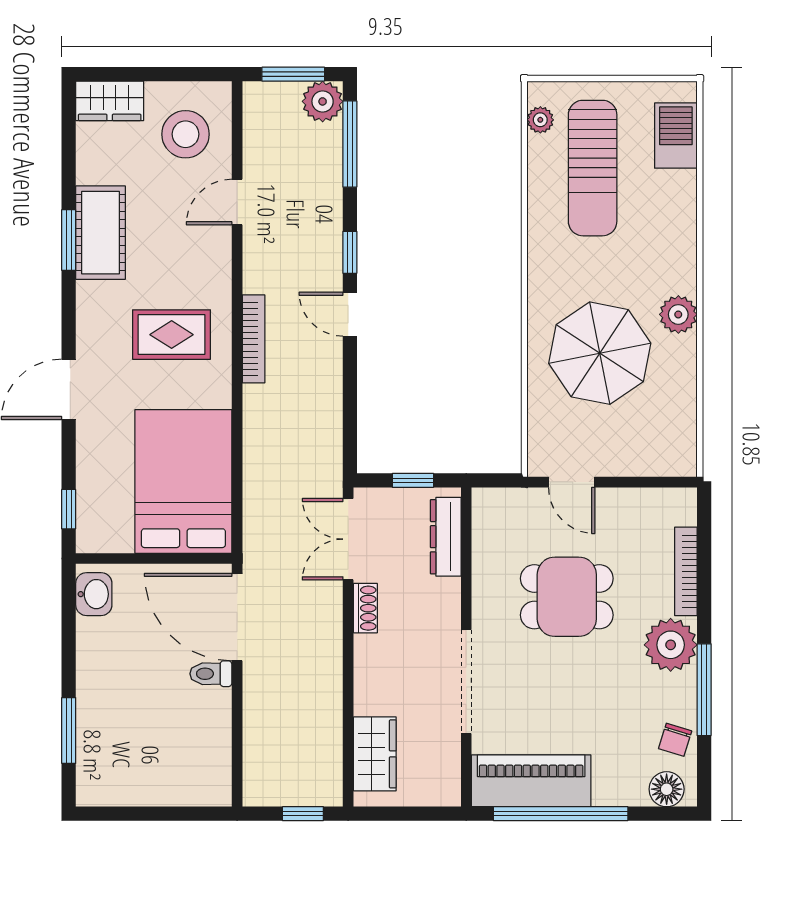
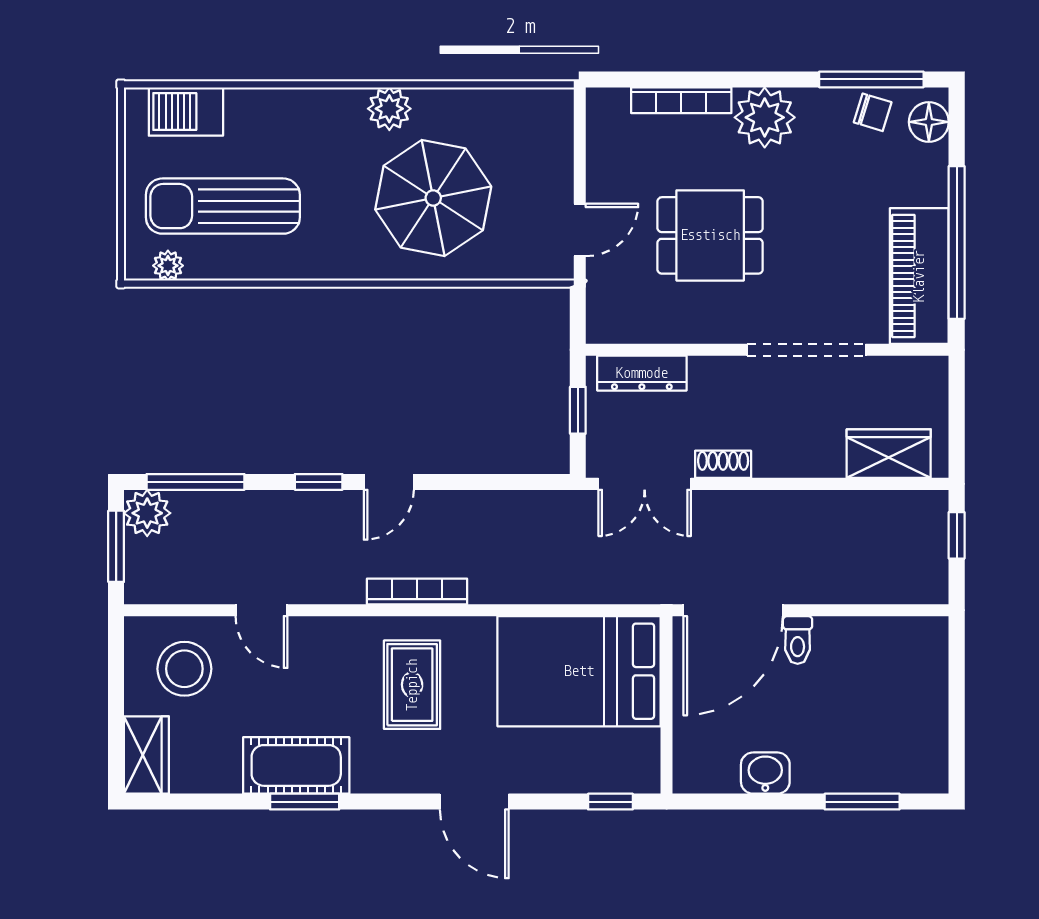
sun lounger: (593, 168) -> (223, 206), turned 180
washbasin: (94, 594) -> (765, 773), moved
dining table: (567, 597) -> (710, 235), turned 90
window: (704, 690) -> (871, 79), moved

